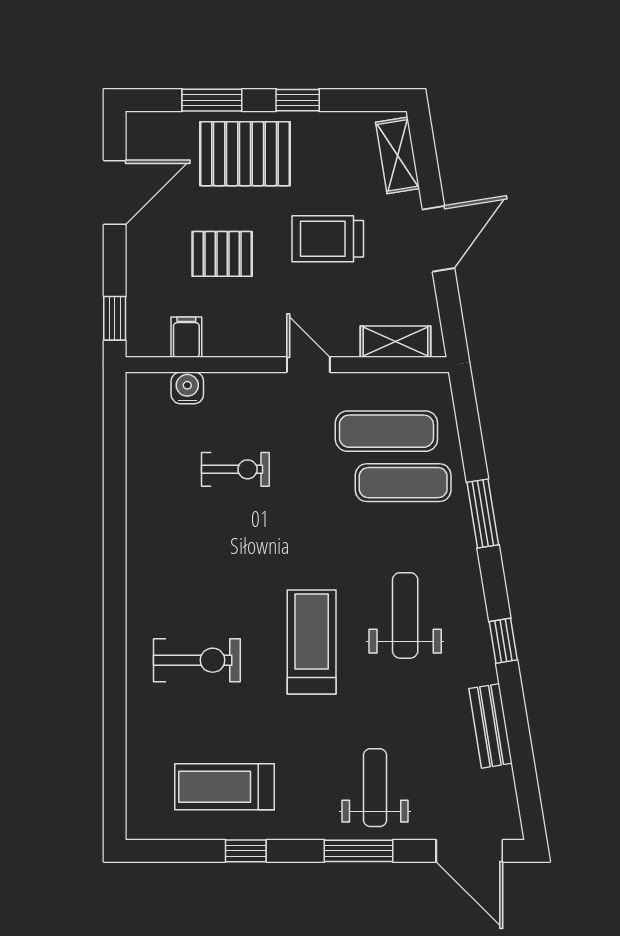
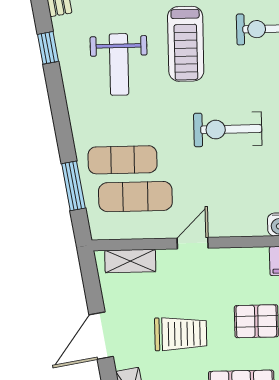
door: (308, 365) -> (193, 243), swing flipped
exercise bike: (235, 469) -> (228, 129), moved, width x1.38, depth x1.39
window: (483, 514) -> (73, 186), moved

